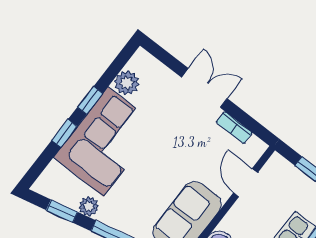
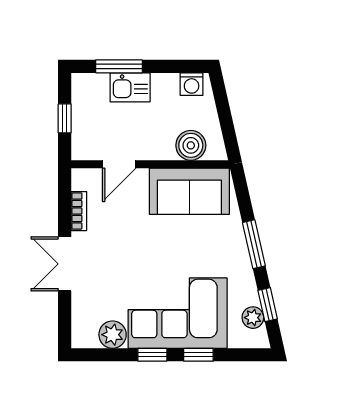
plant: (89, 206) -> (253, 318), moved

